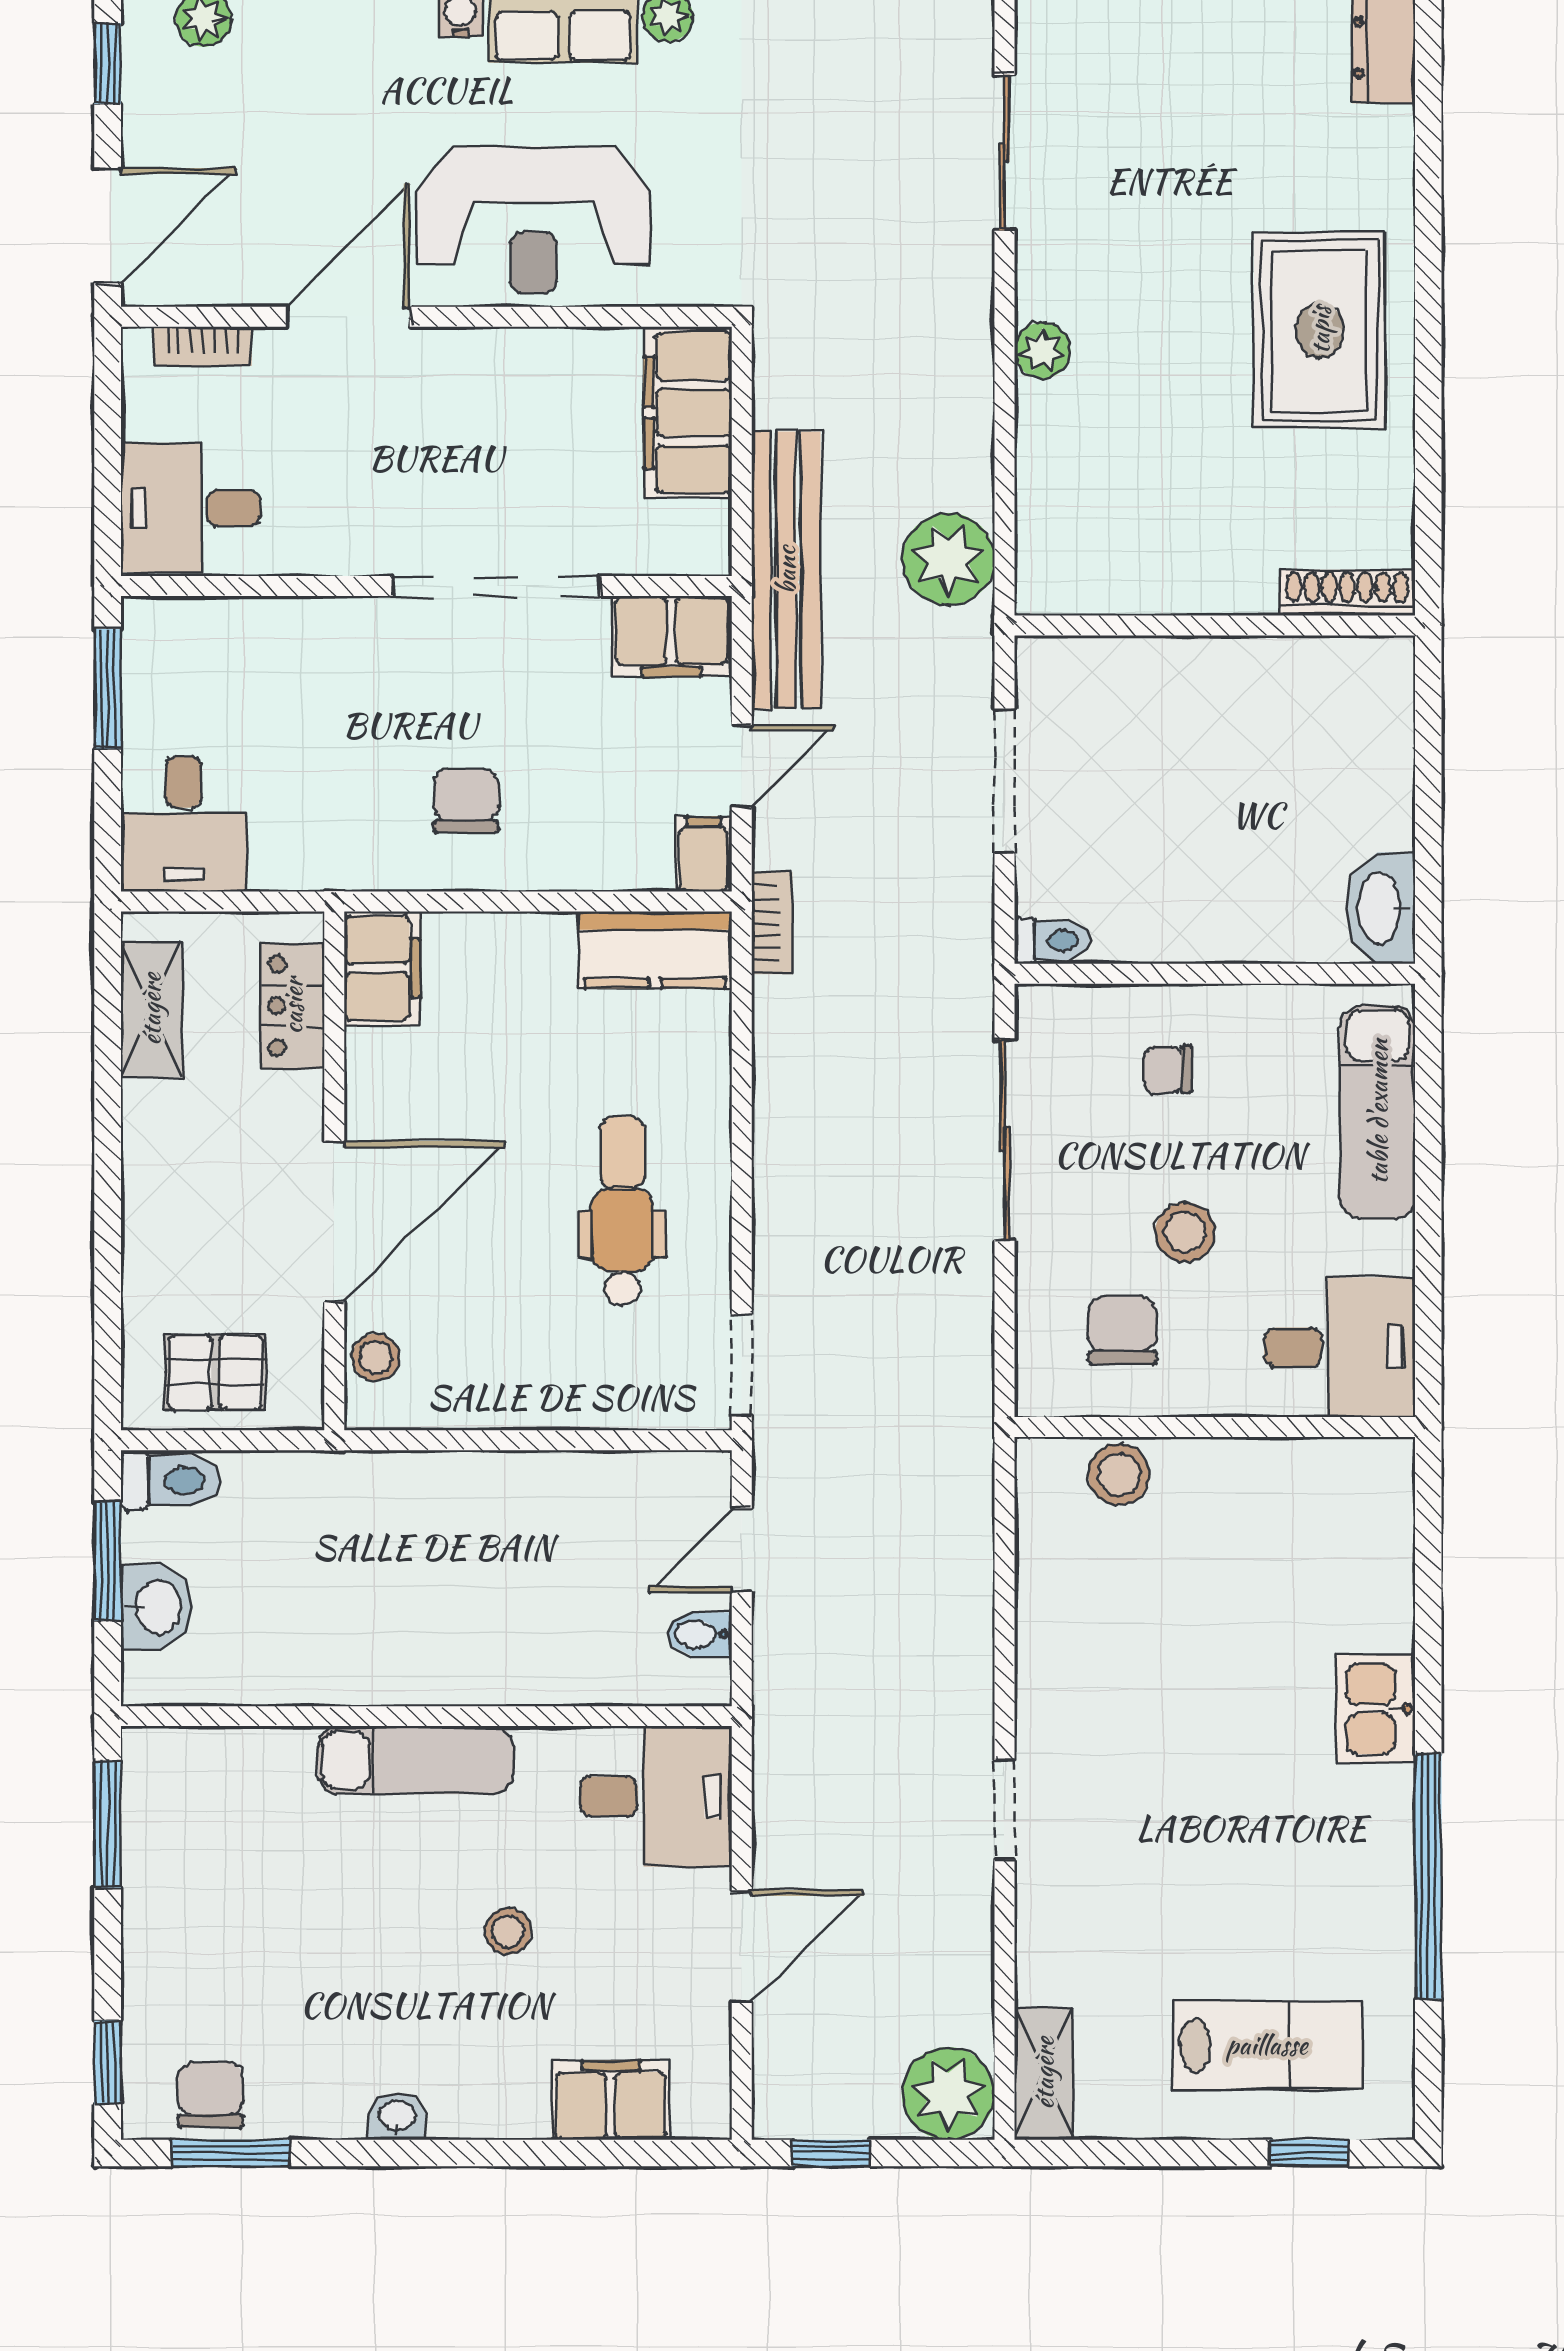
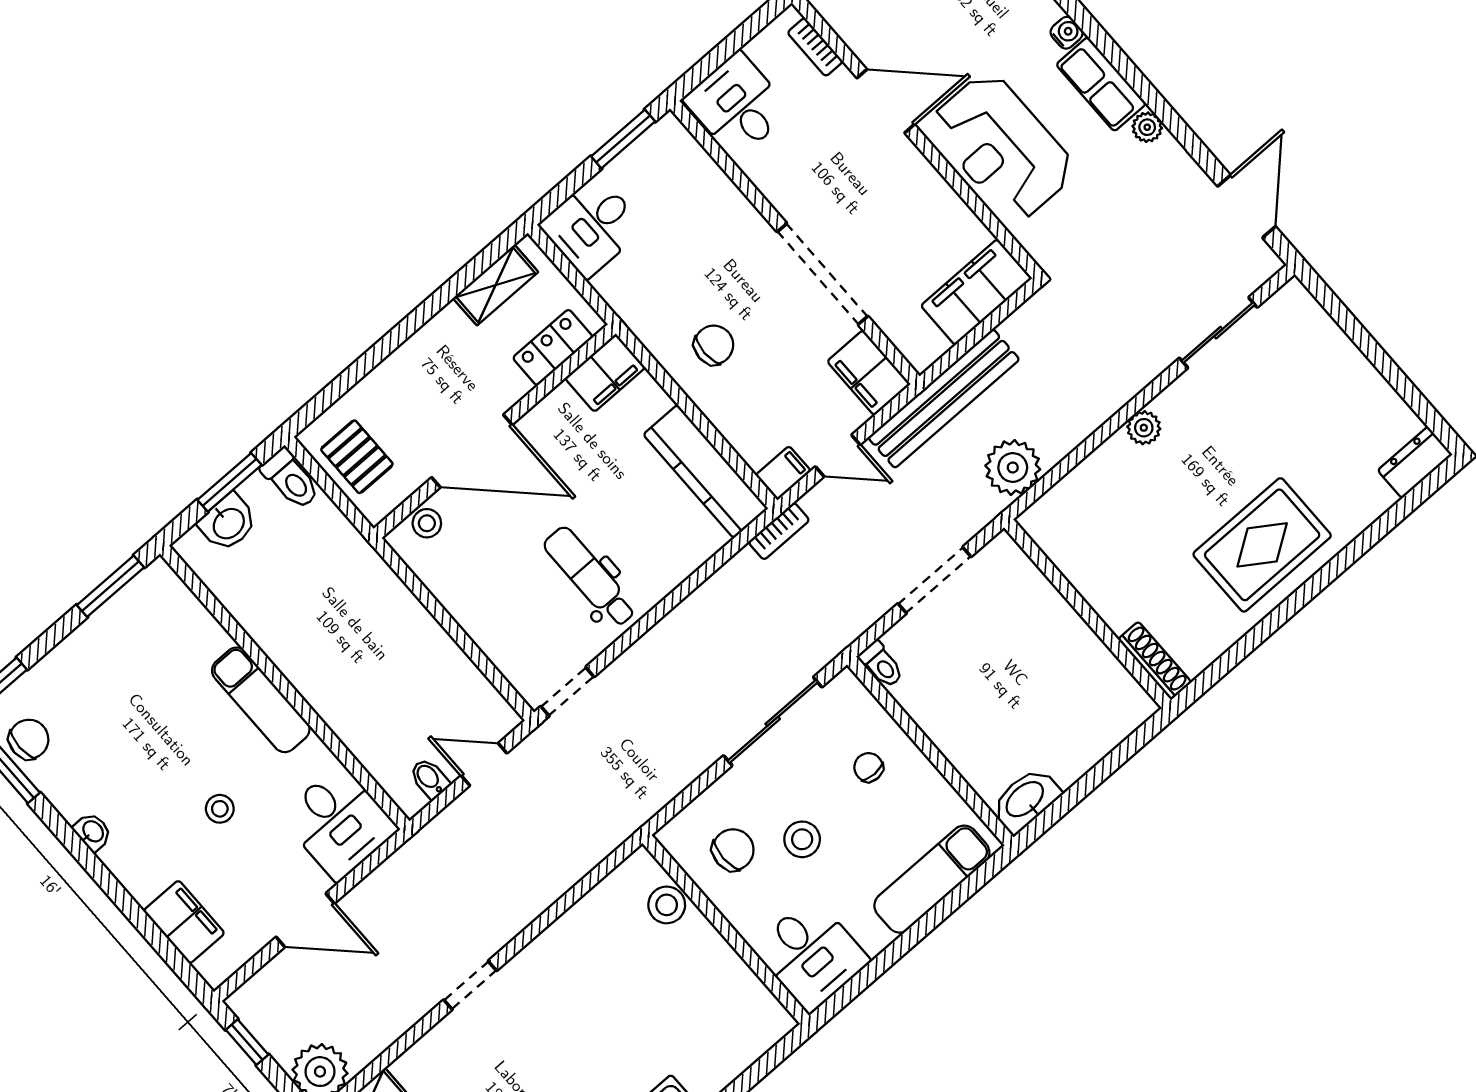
kitchen counter: (655, 950) -> (706, 471), width x1.50
dental chair: (622, 1211) -> (590, 577), turned -90

